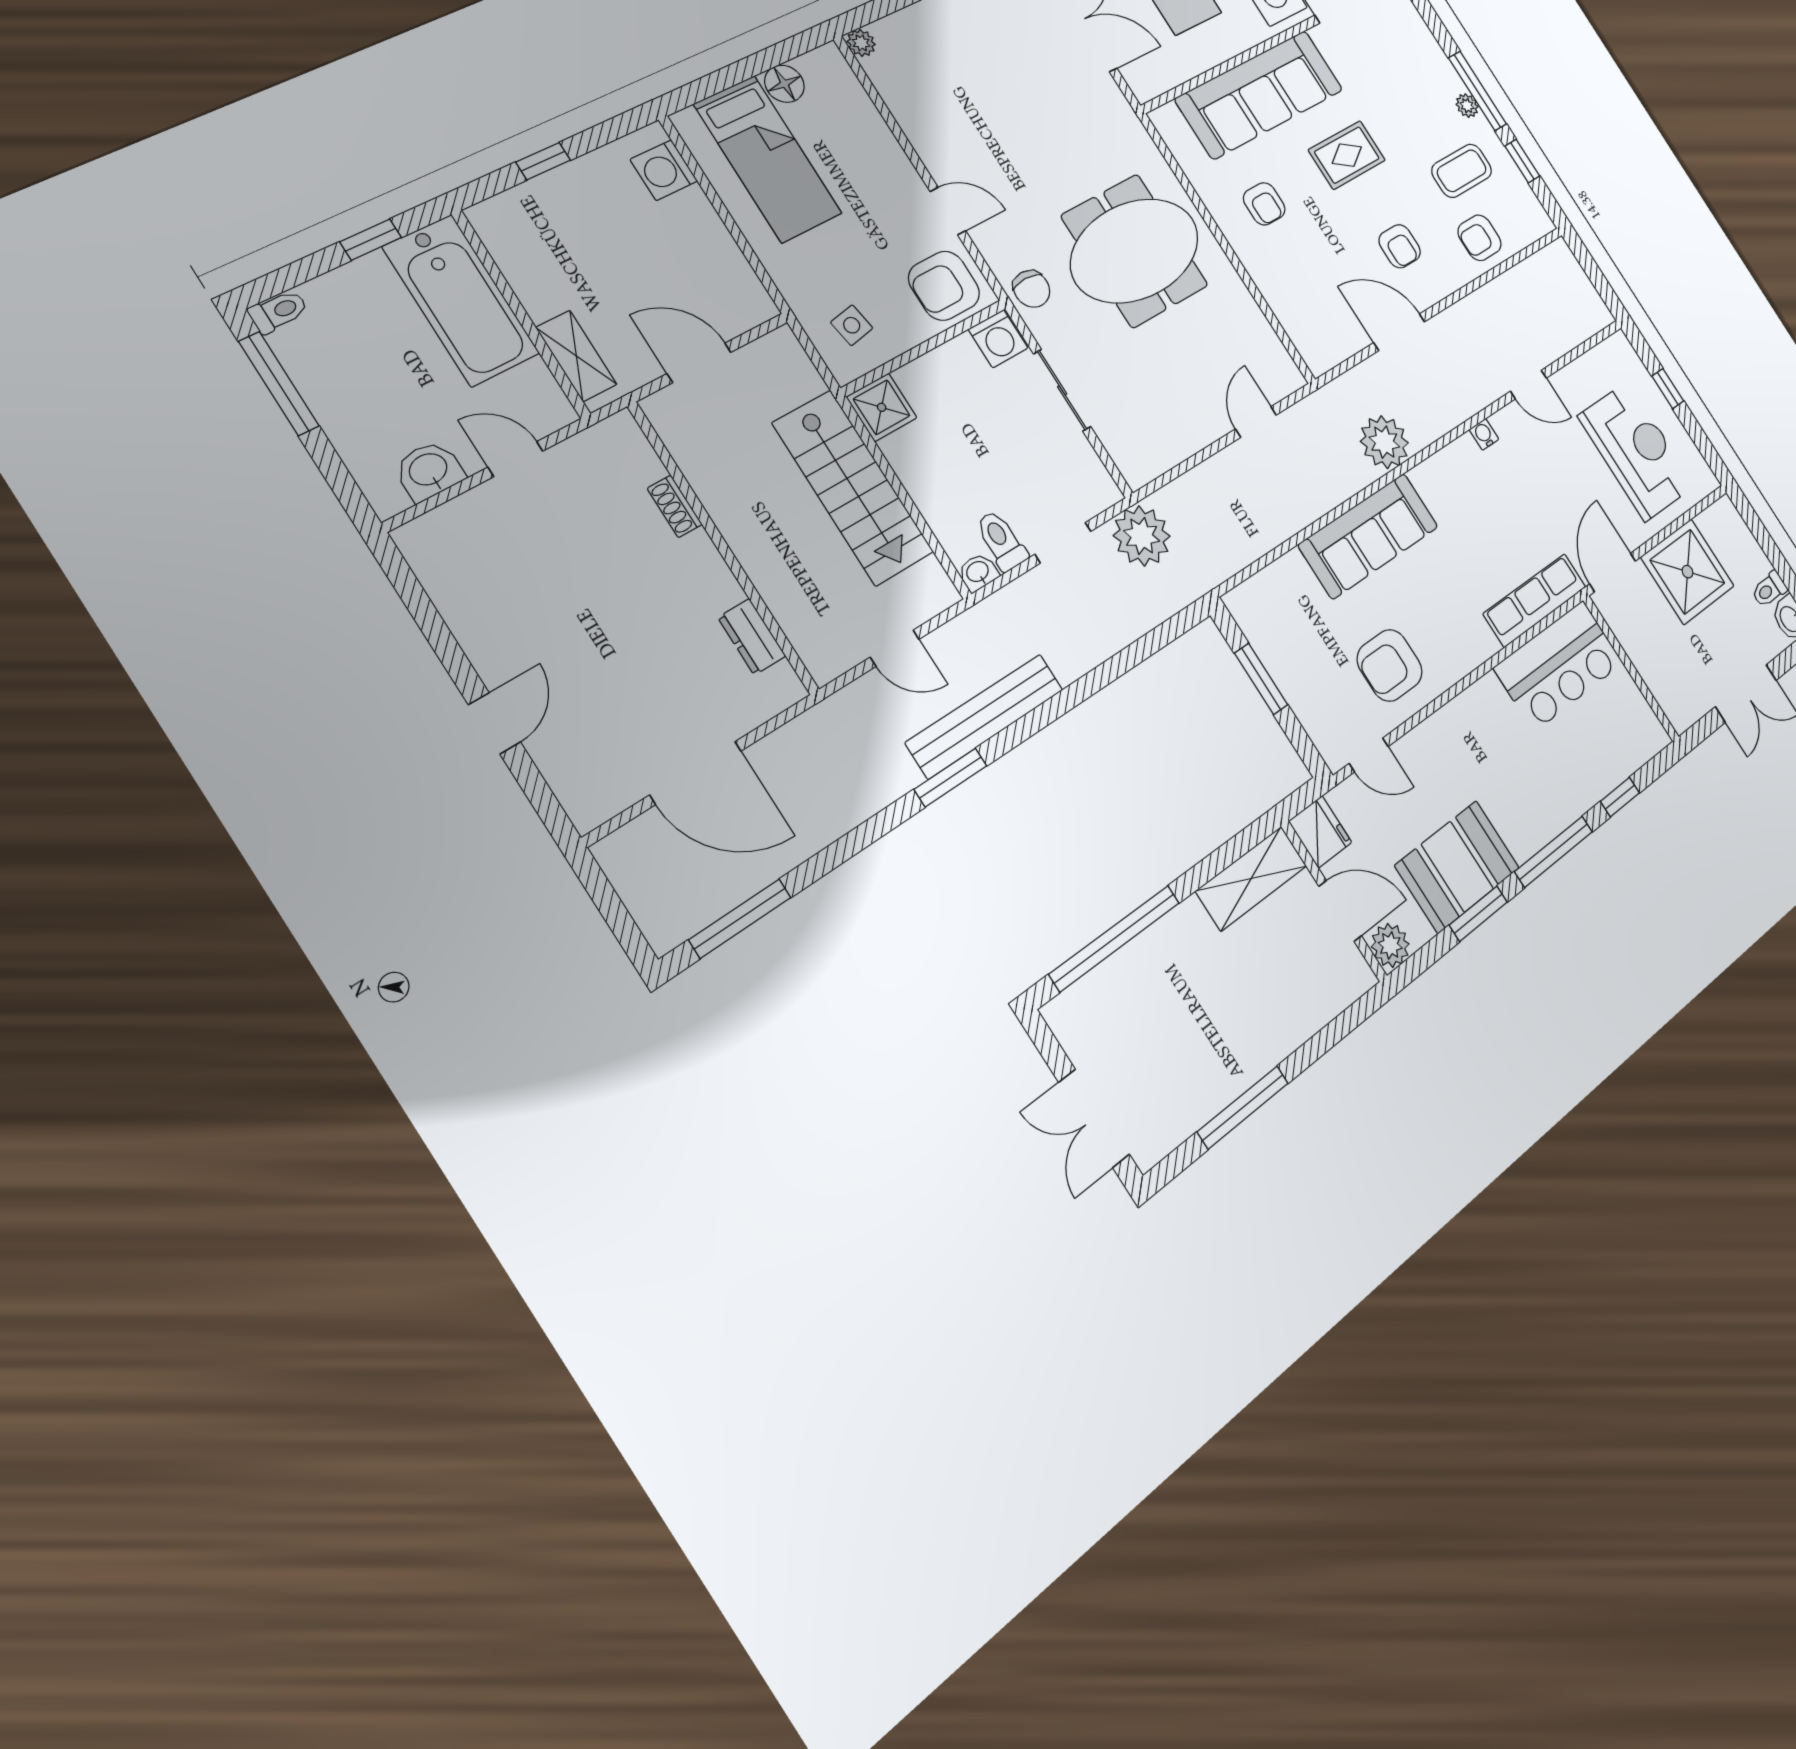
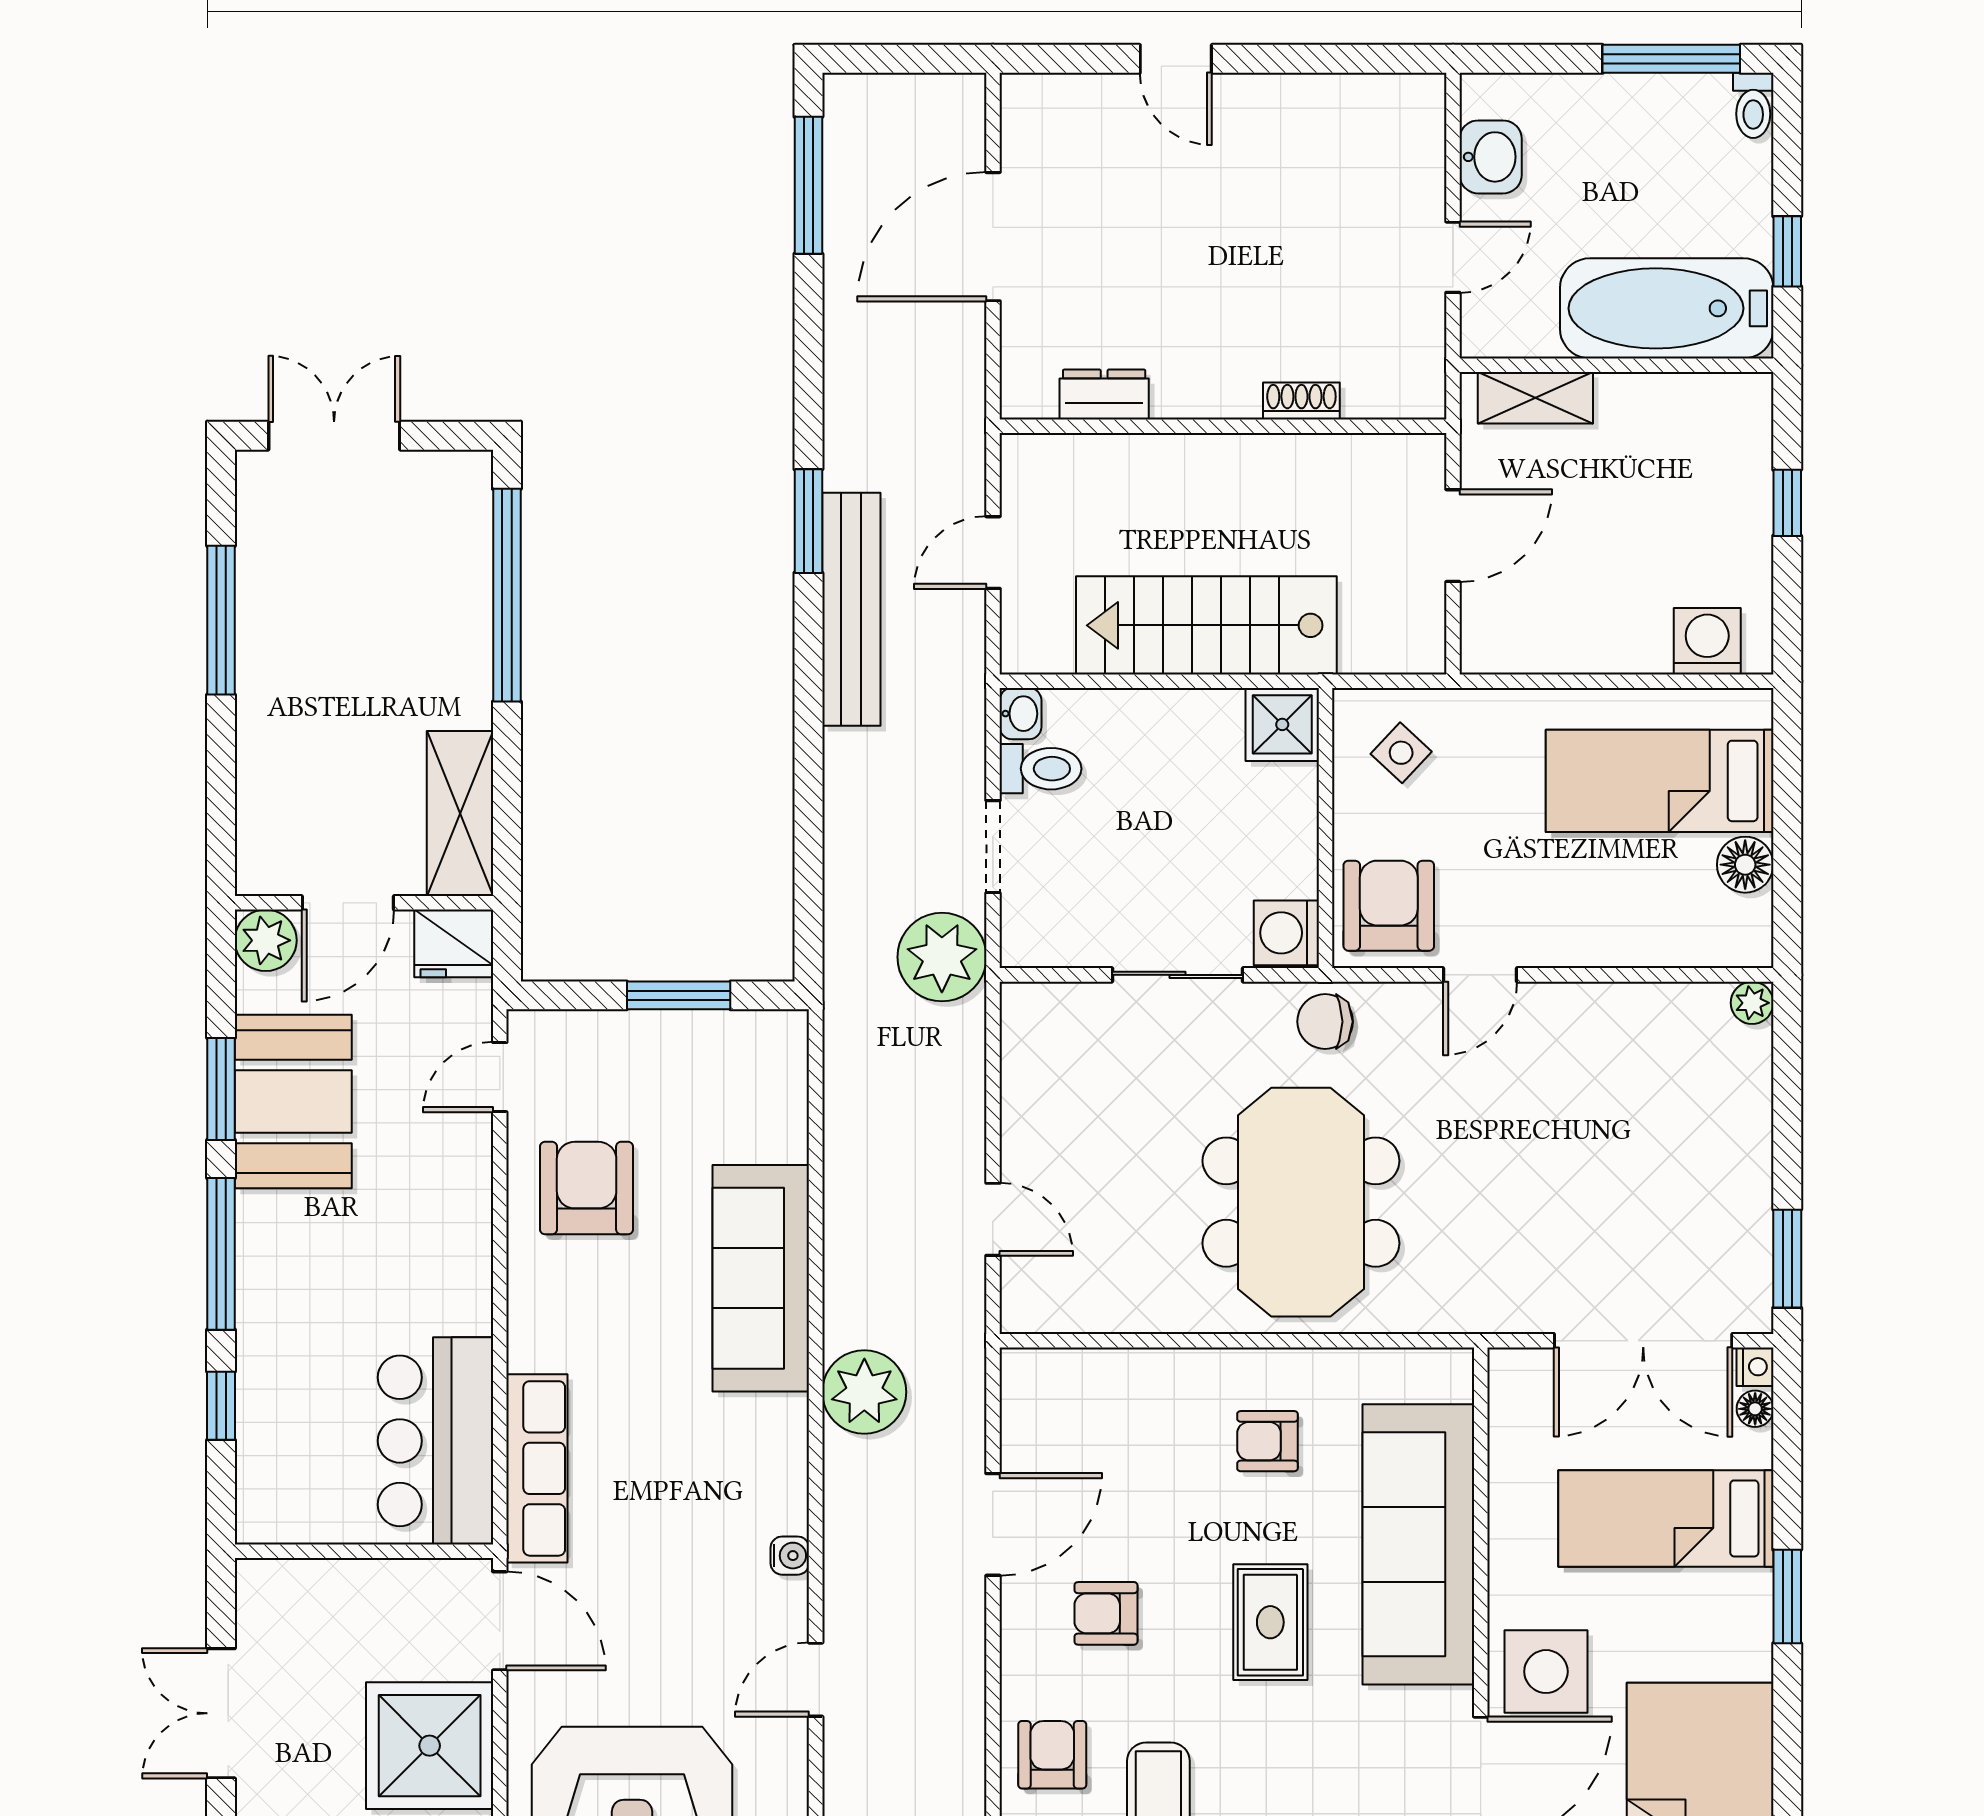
side table: (852, 325) -> (1401, 753), turned -37

